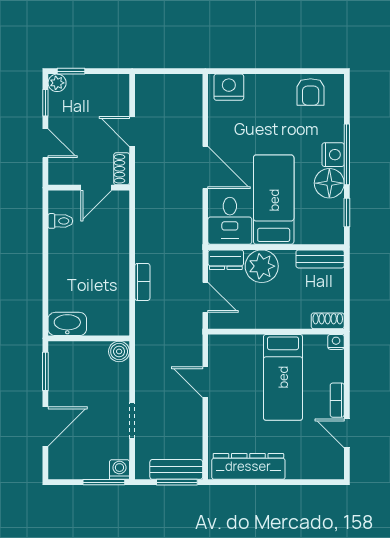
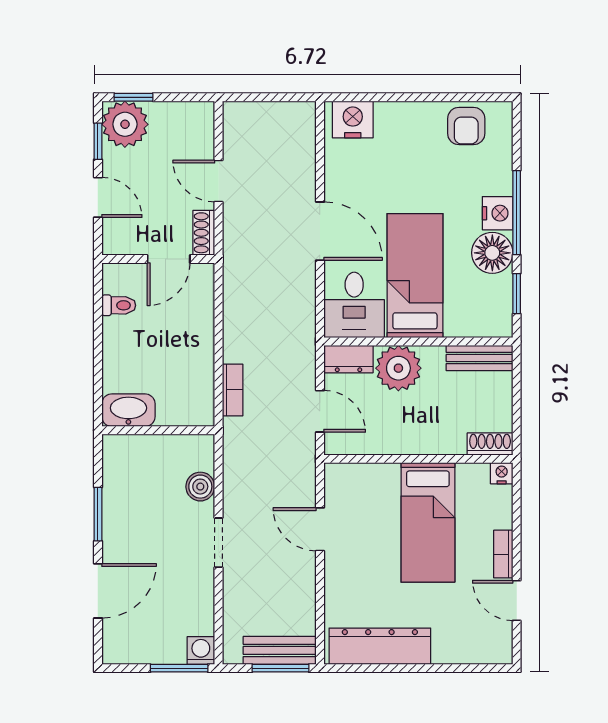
plant: (57, 83) -> (125, 124), width x1.88, depth x1.88
washbasin: (67, 324) -> (128, 410), moved
wall: (89, 338) -> (158, 430), moved
doorway: (132, 421) -> (219, 543), moved

